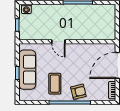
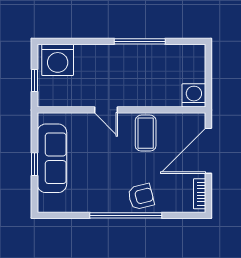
washing machine: (26, 9) -> (58, 60), width x1.89, depth x1.89
washing machine: (109, 33) -> (194, 95), added
coffee table: (55, 84) -> (146, 133), moved

